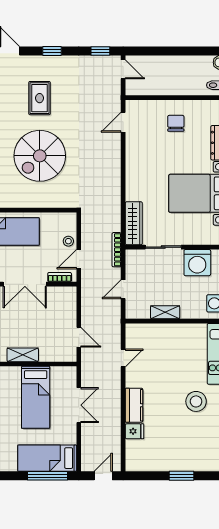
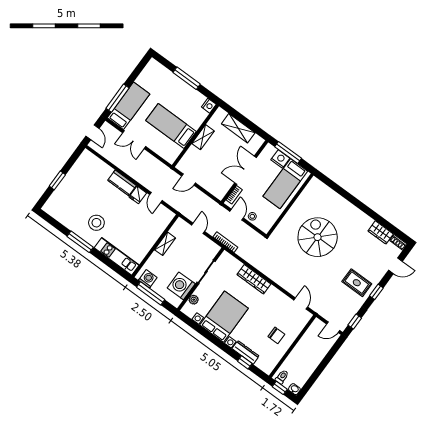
rug: (40, 98) -> (357, 283), moved
wardrobe: (134, 223) -> (254, 279), moved
plant: (202, 239) -> (194, 300), added
double door: (79, 405) -> (134, 140), moved
fridge: (135, 431) -> (138, 195), moved

